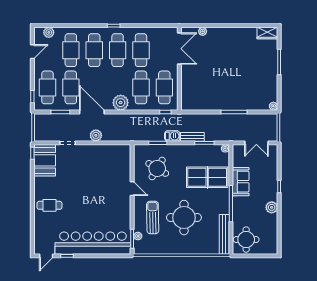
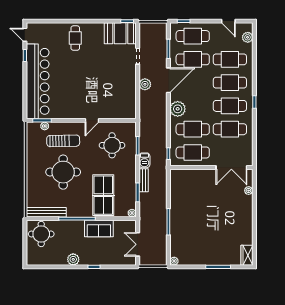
round table: (157, 168) -> (112, 145), turned -31

